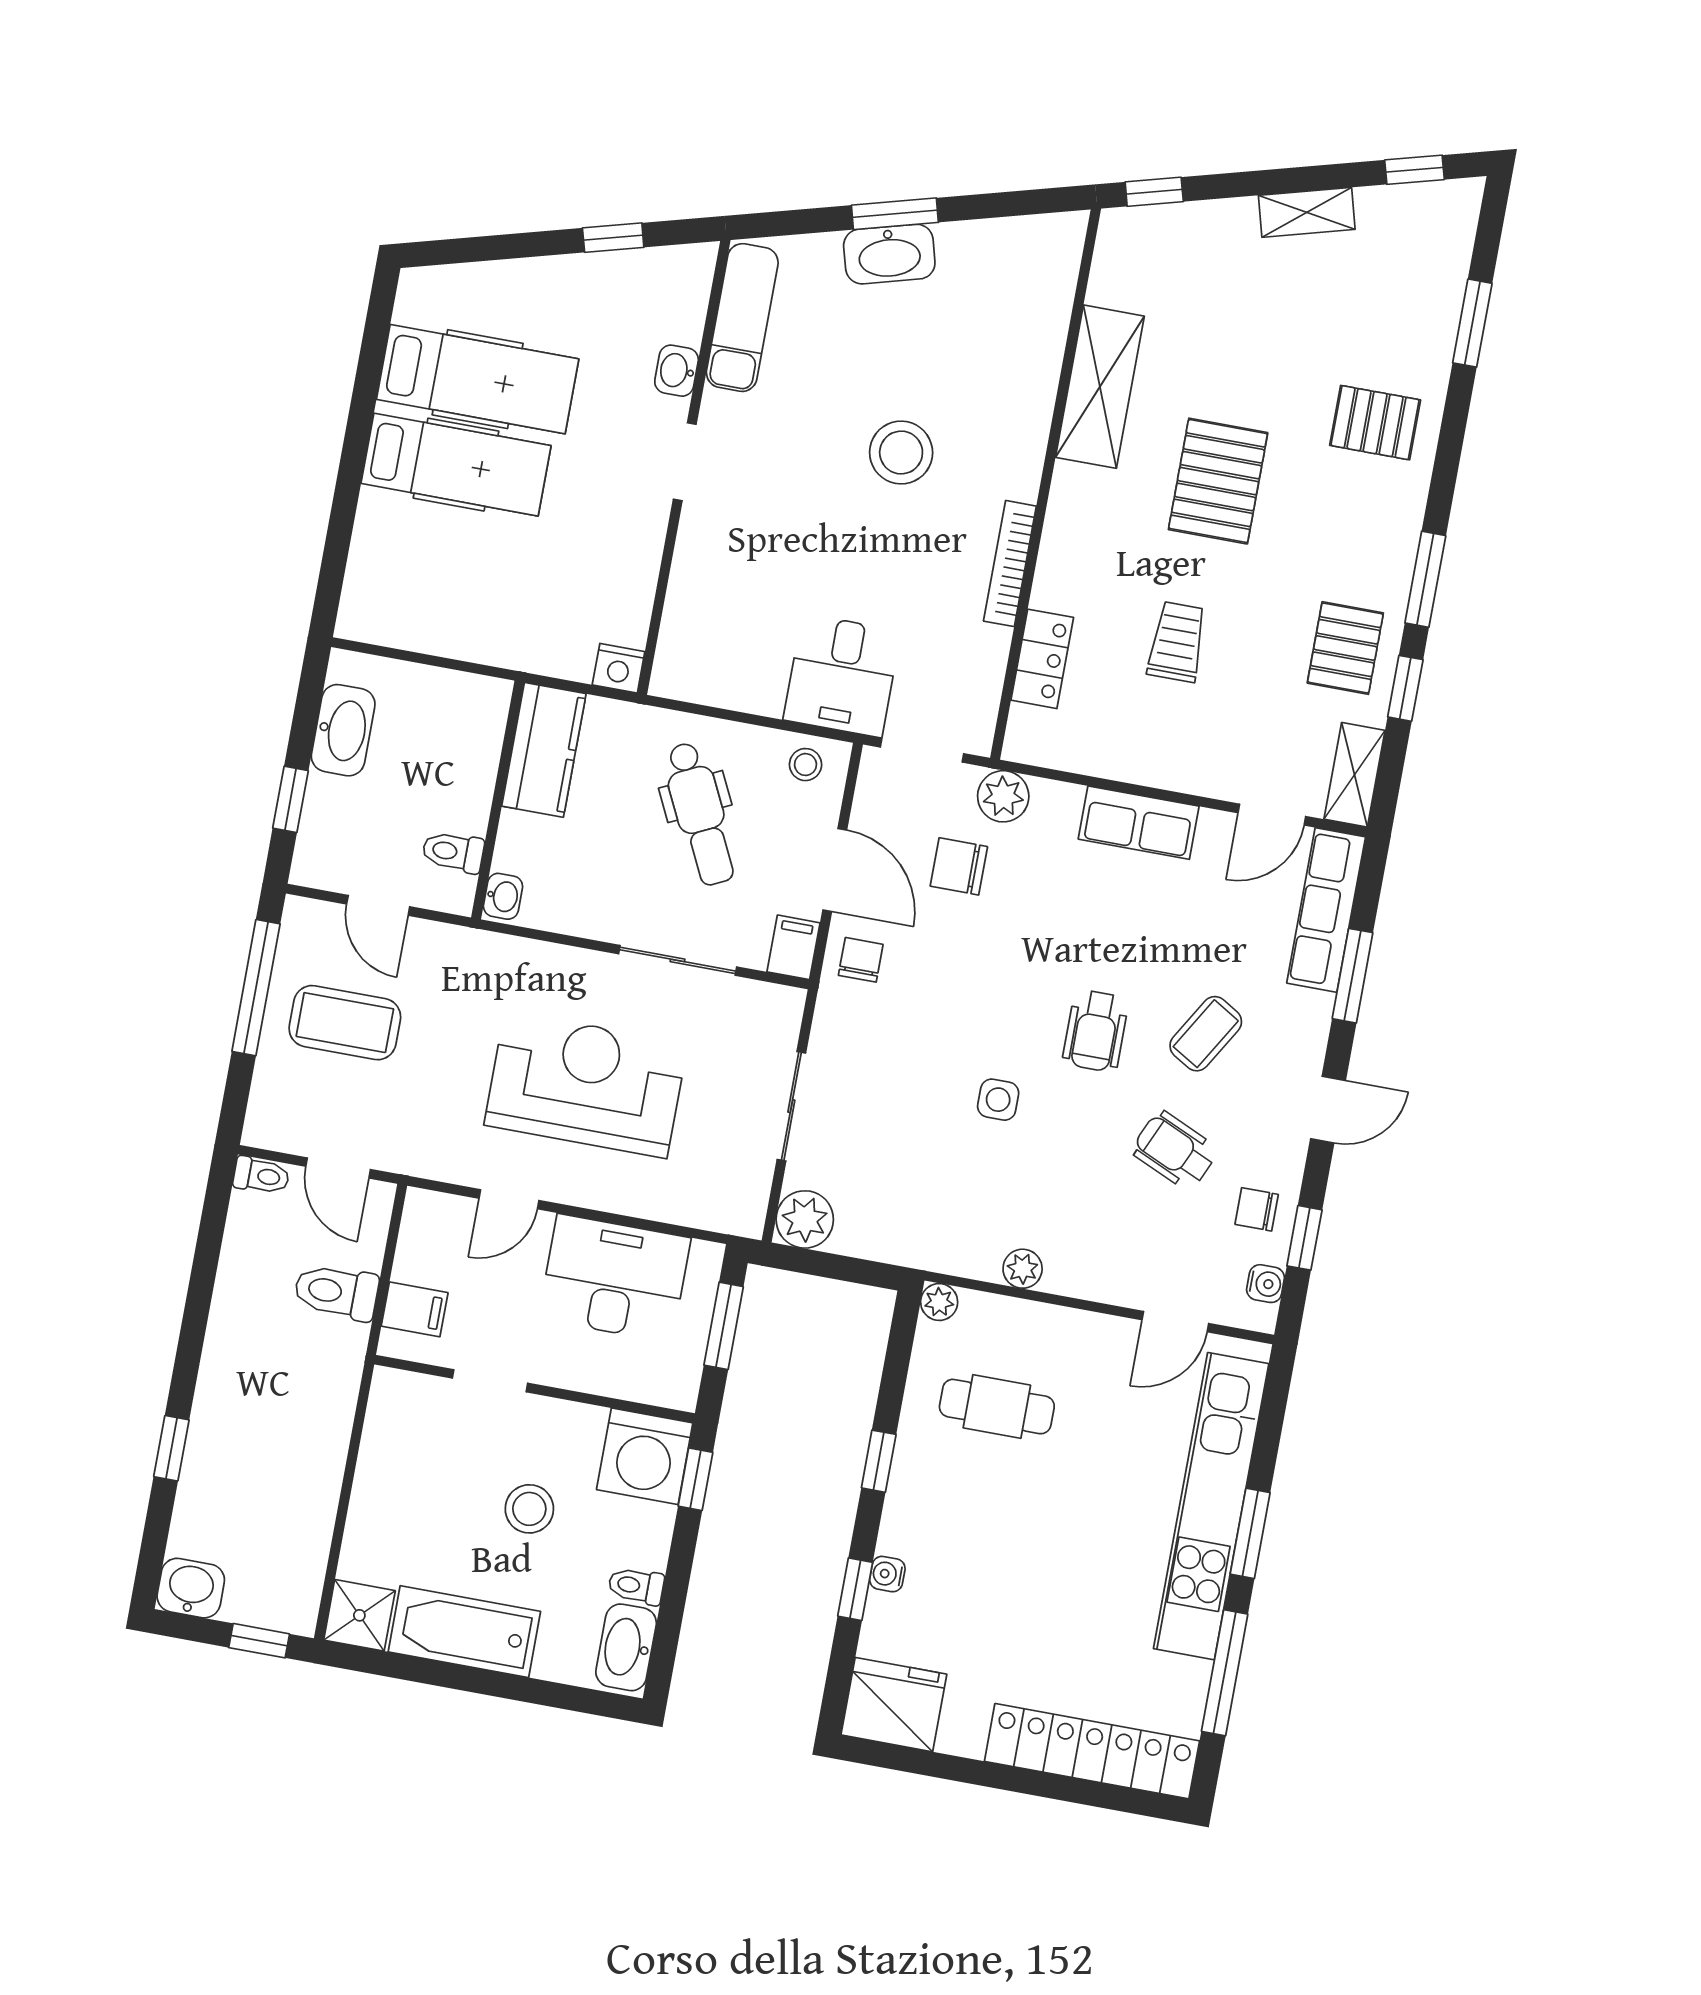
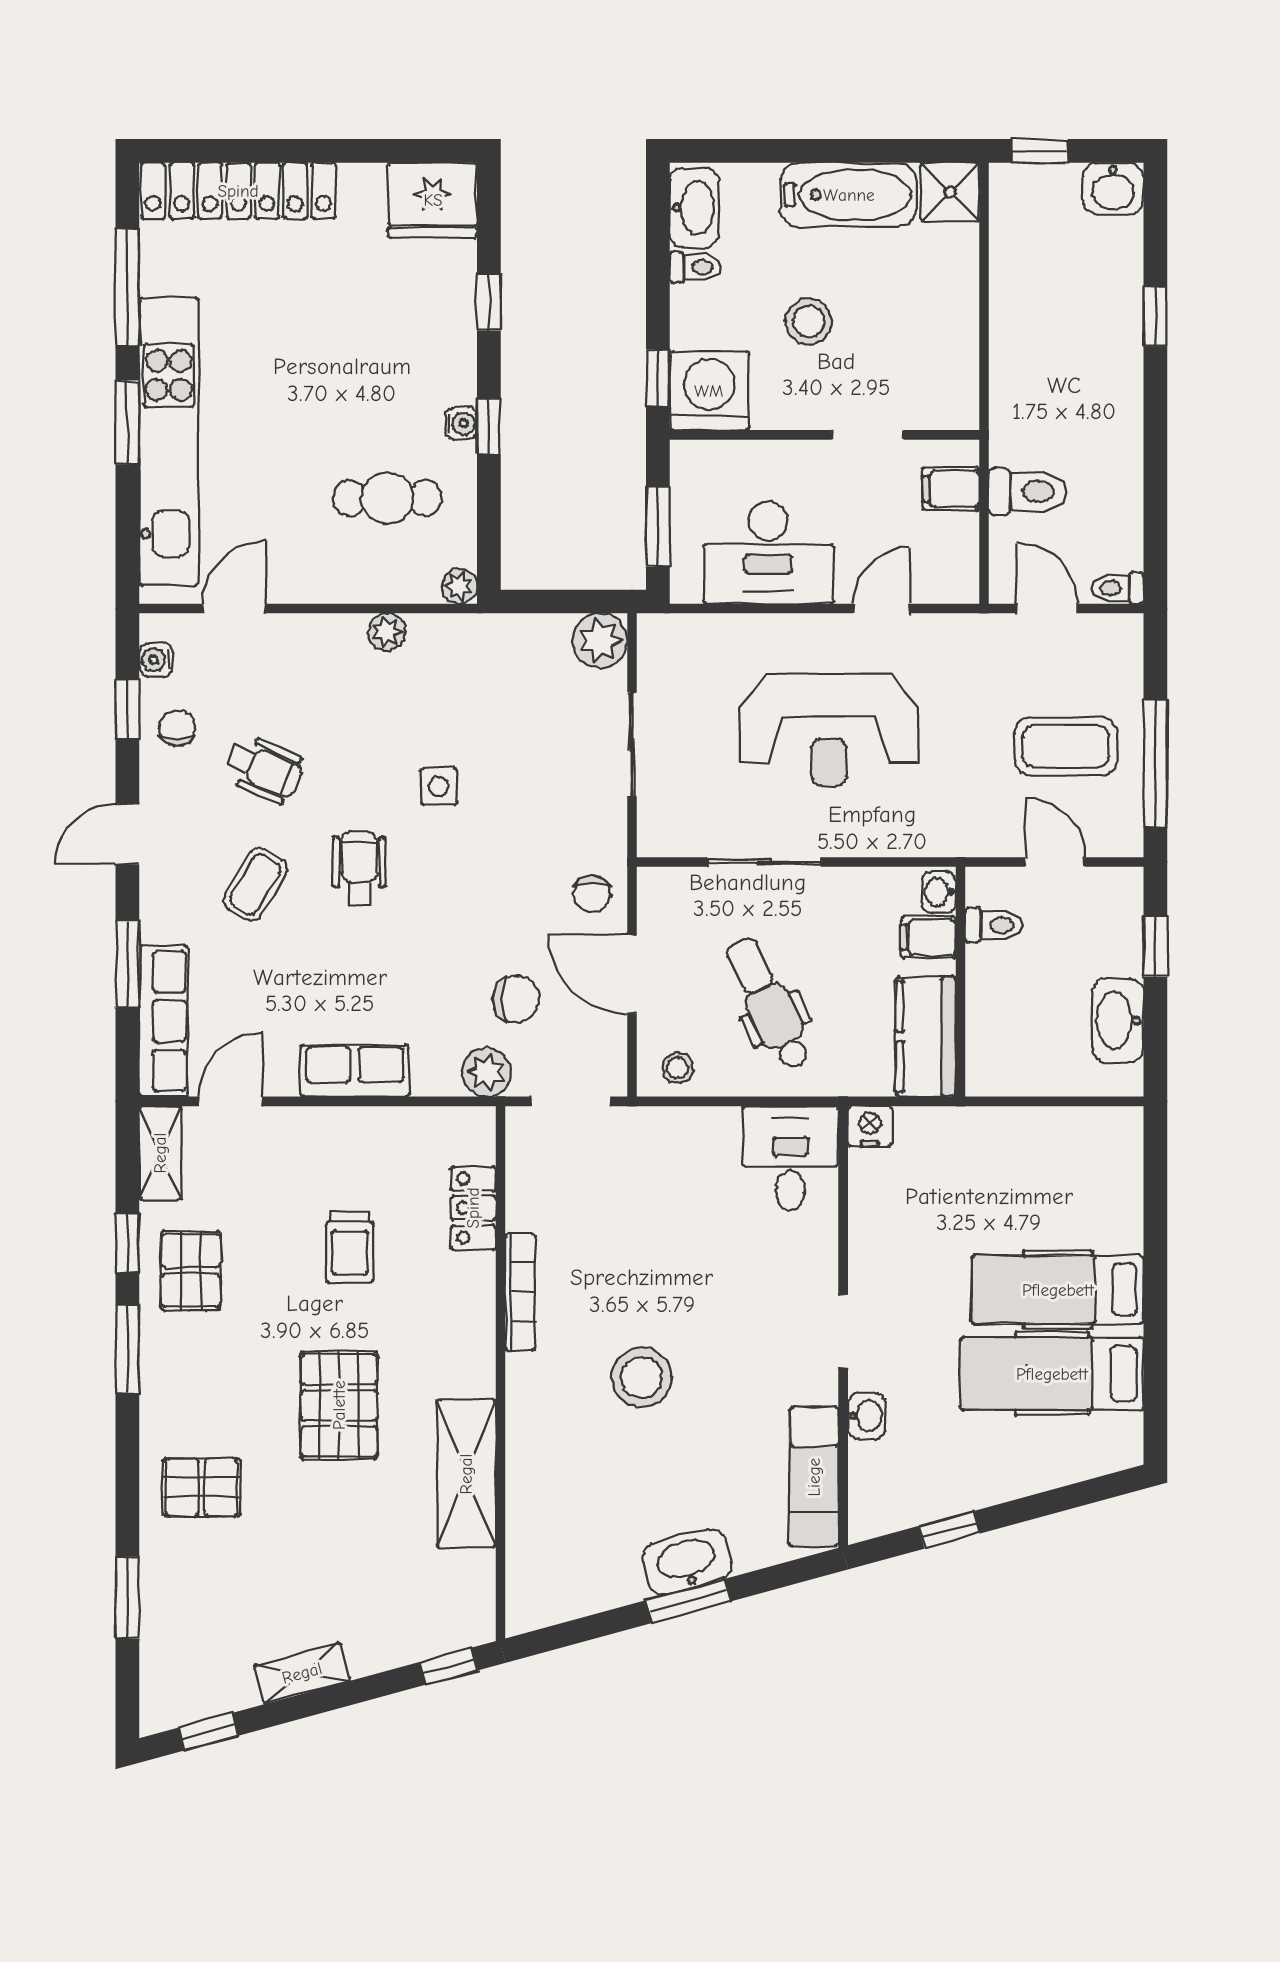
desk: (842, 675) -> (790, 1158), moved
filing cabinet: (794, 947) -> (928, 937), moved, turned 90
chair: (1257, 1209) -> (177, 728), turned -90
water cooler: (887, 1574) -> (461, 423), moved

